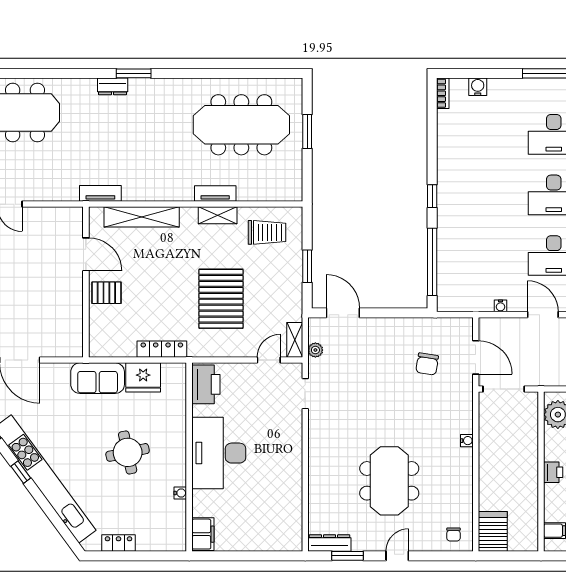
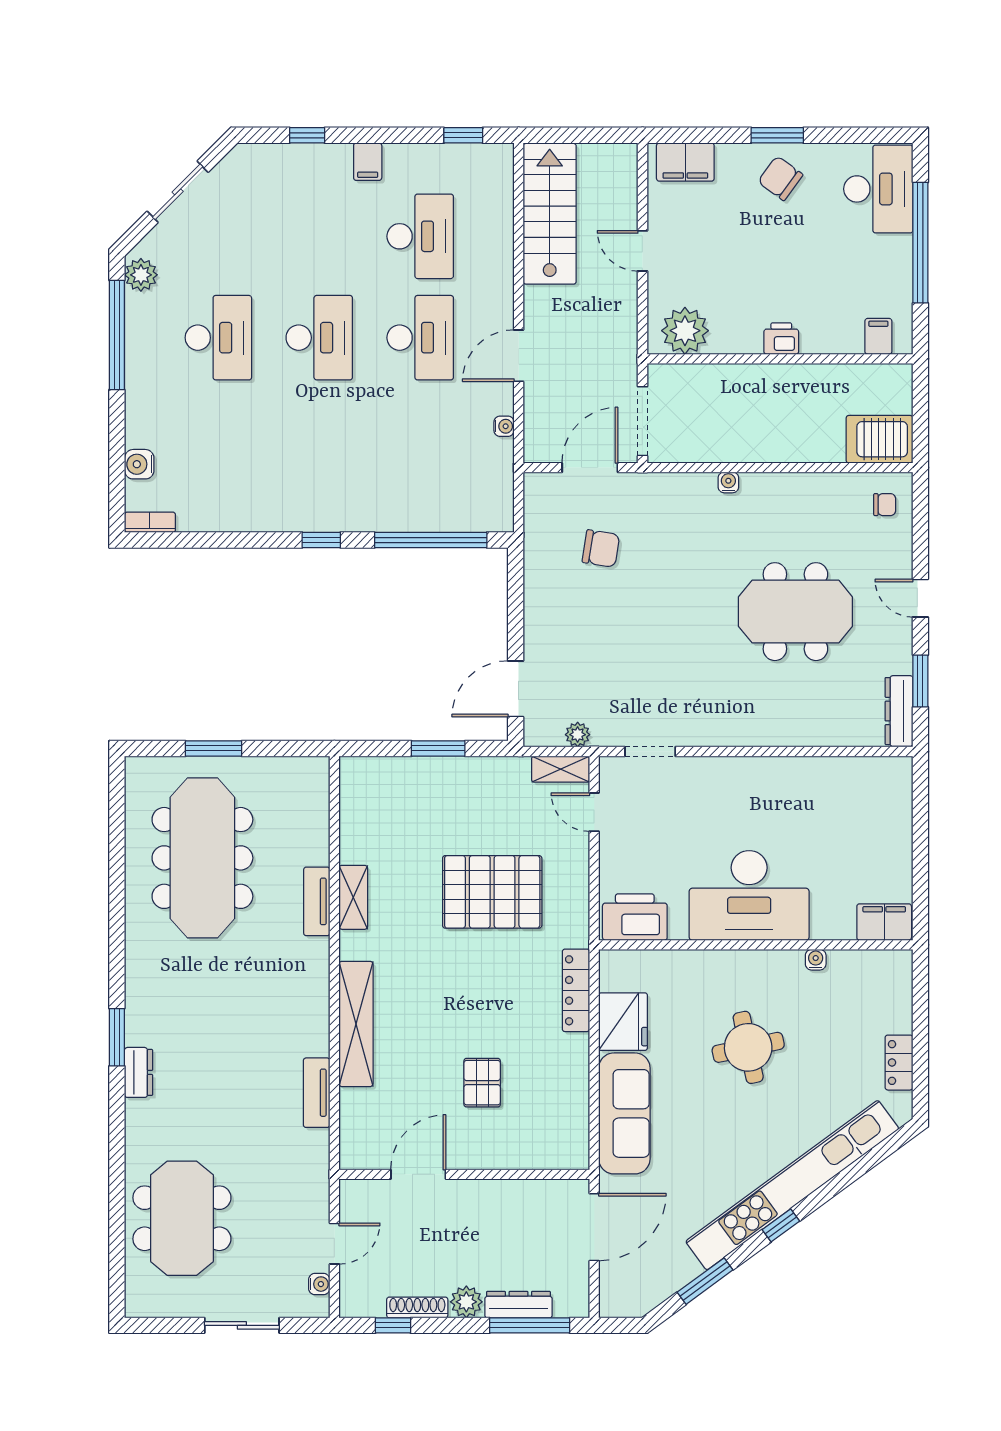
trolley: (267, 232) -> (382, 815), removed
door: (86, 254) -> (418, 1174), moved
wall: (86, 282) -> (464, 1174), moved
sofa: (98, 378) -> (624, 1113), width x1.36

